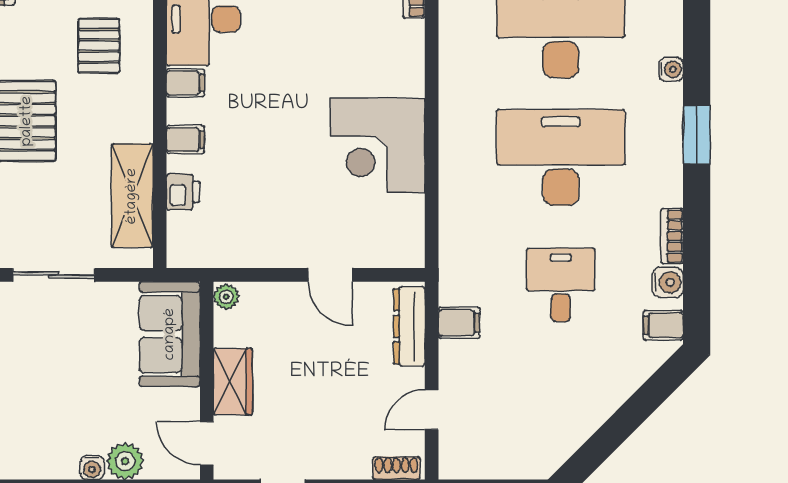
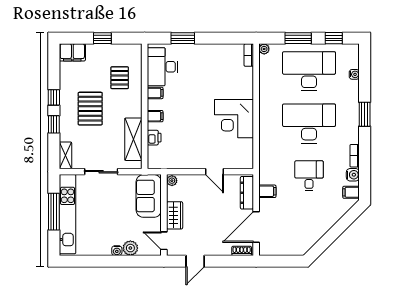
water cooler: (671, 69) -> (354, 74), moved
door: (432, 410) -> (256, 227), width x1.88

